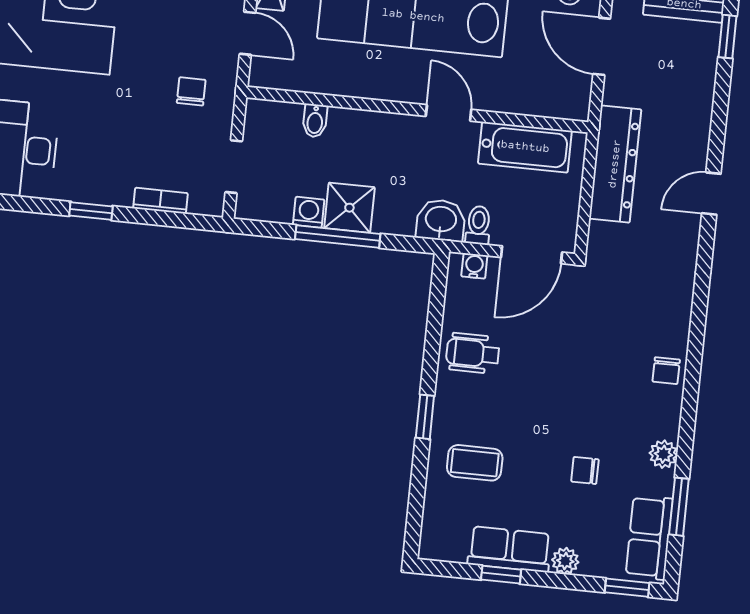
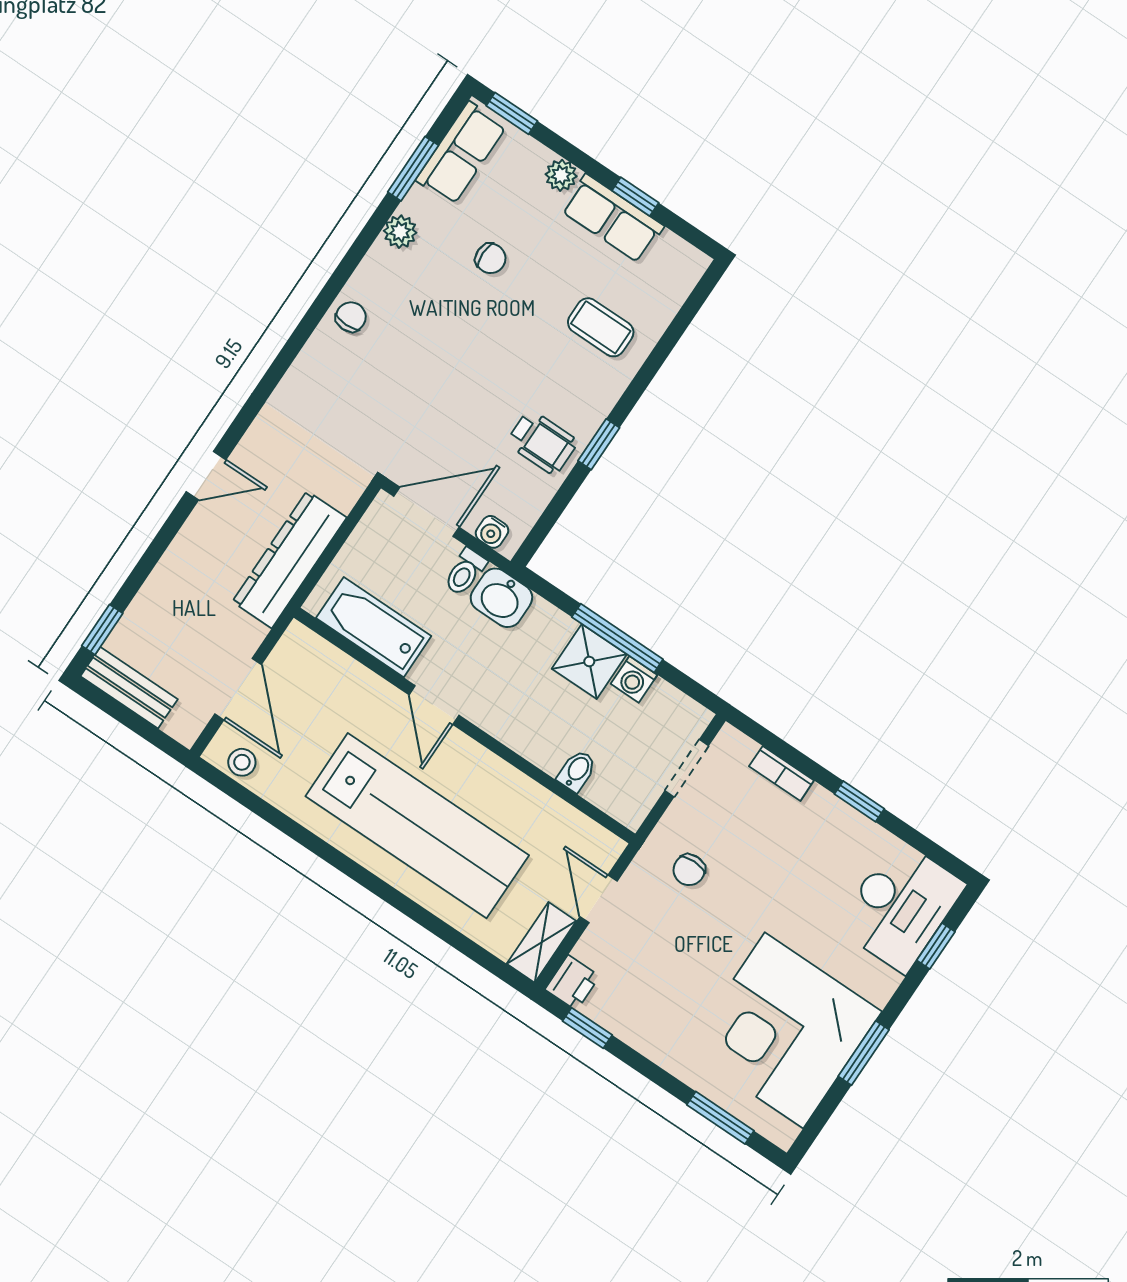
window: (425, 417) -> (599, 444), moved

